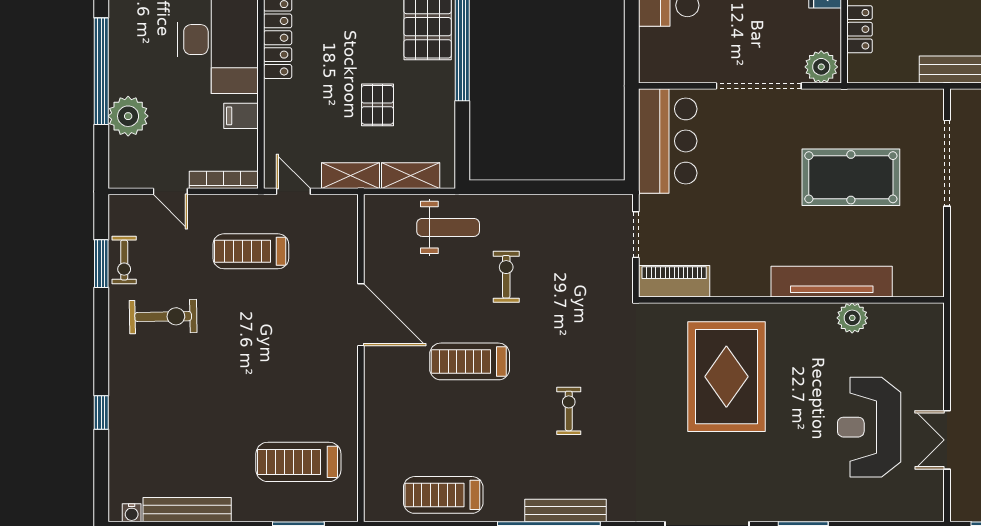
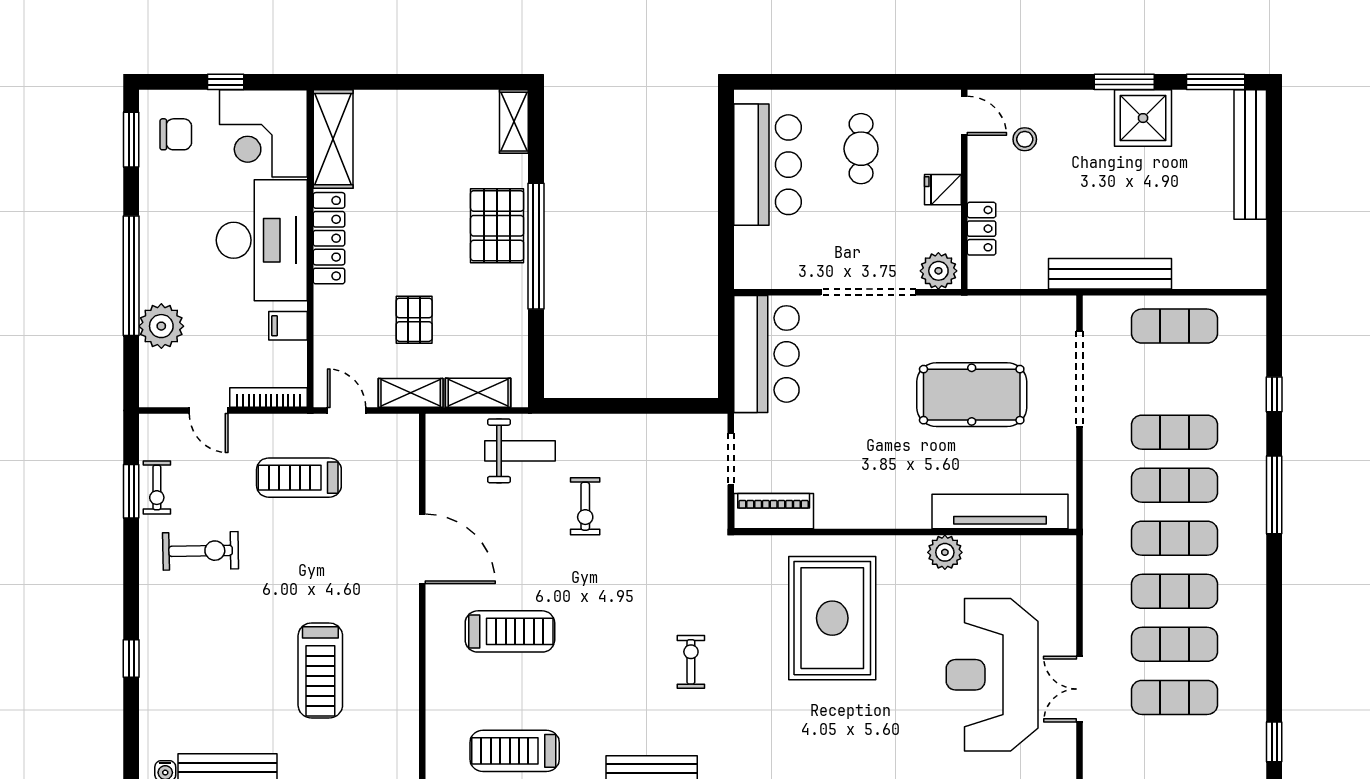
pallet: (377, 105) -> (414, 320), moved
exercise bike: (506, 277) -> (585, 506), turned 180
tv unit: (832, 282) -> (1000, 512), moved
plant: (852, 318) -> (945, 552), moved
treadmill: (470, 361) -> (510, 631), moved, turned 180
exercise bike: (569, 411) -> (691, 662), moved
reception desk: (869, 427) -> (992, 675), width x1.36, depth x1.30
treadmill: (298, 462) -> (320, 670), moved, turned -90

